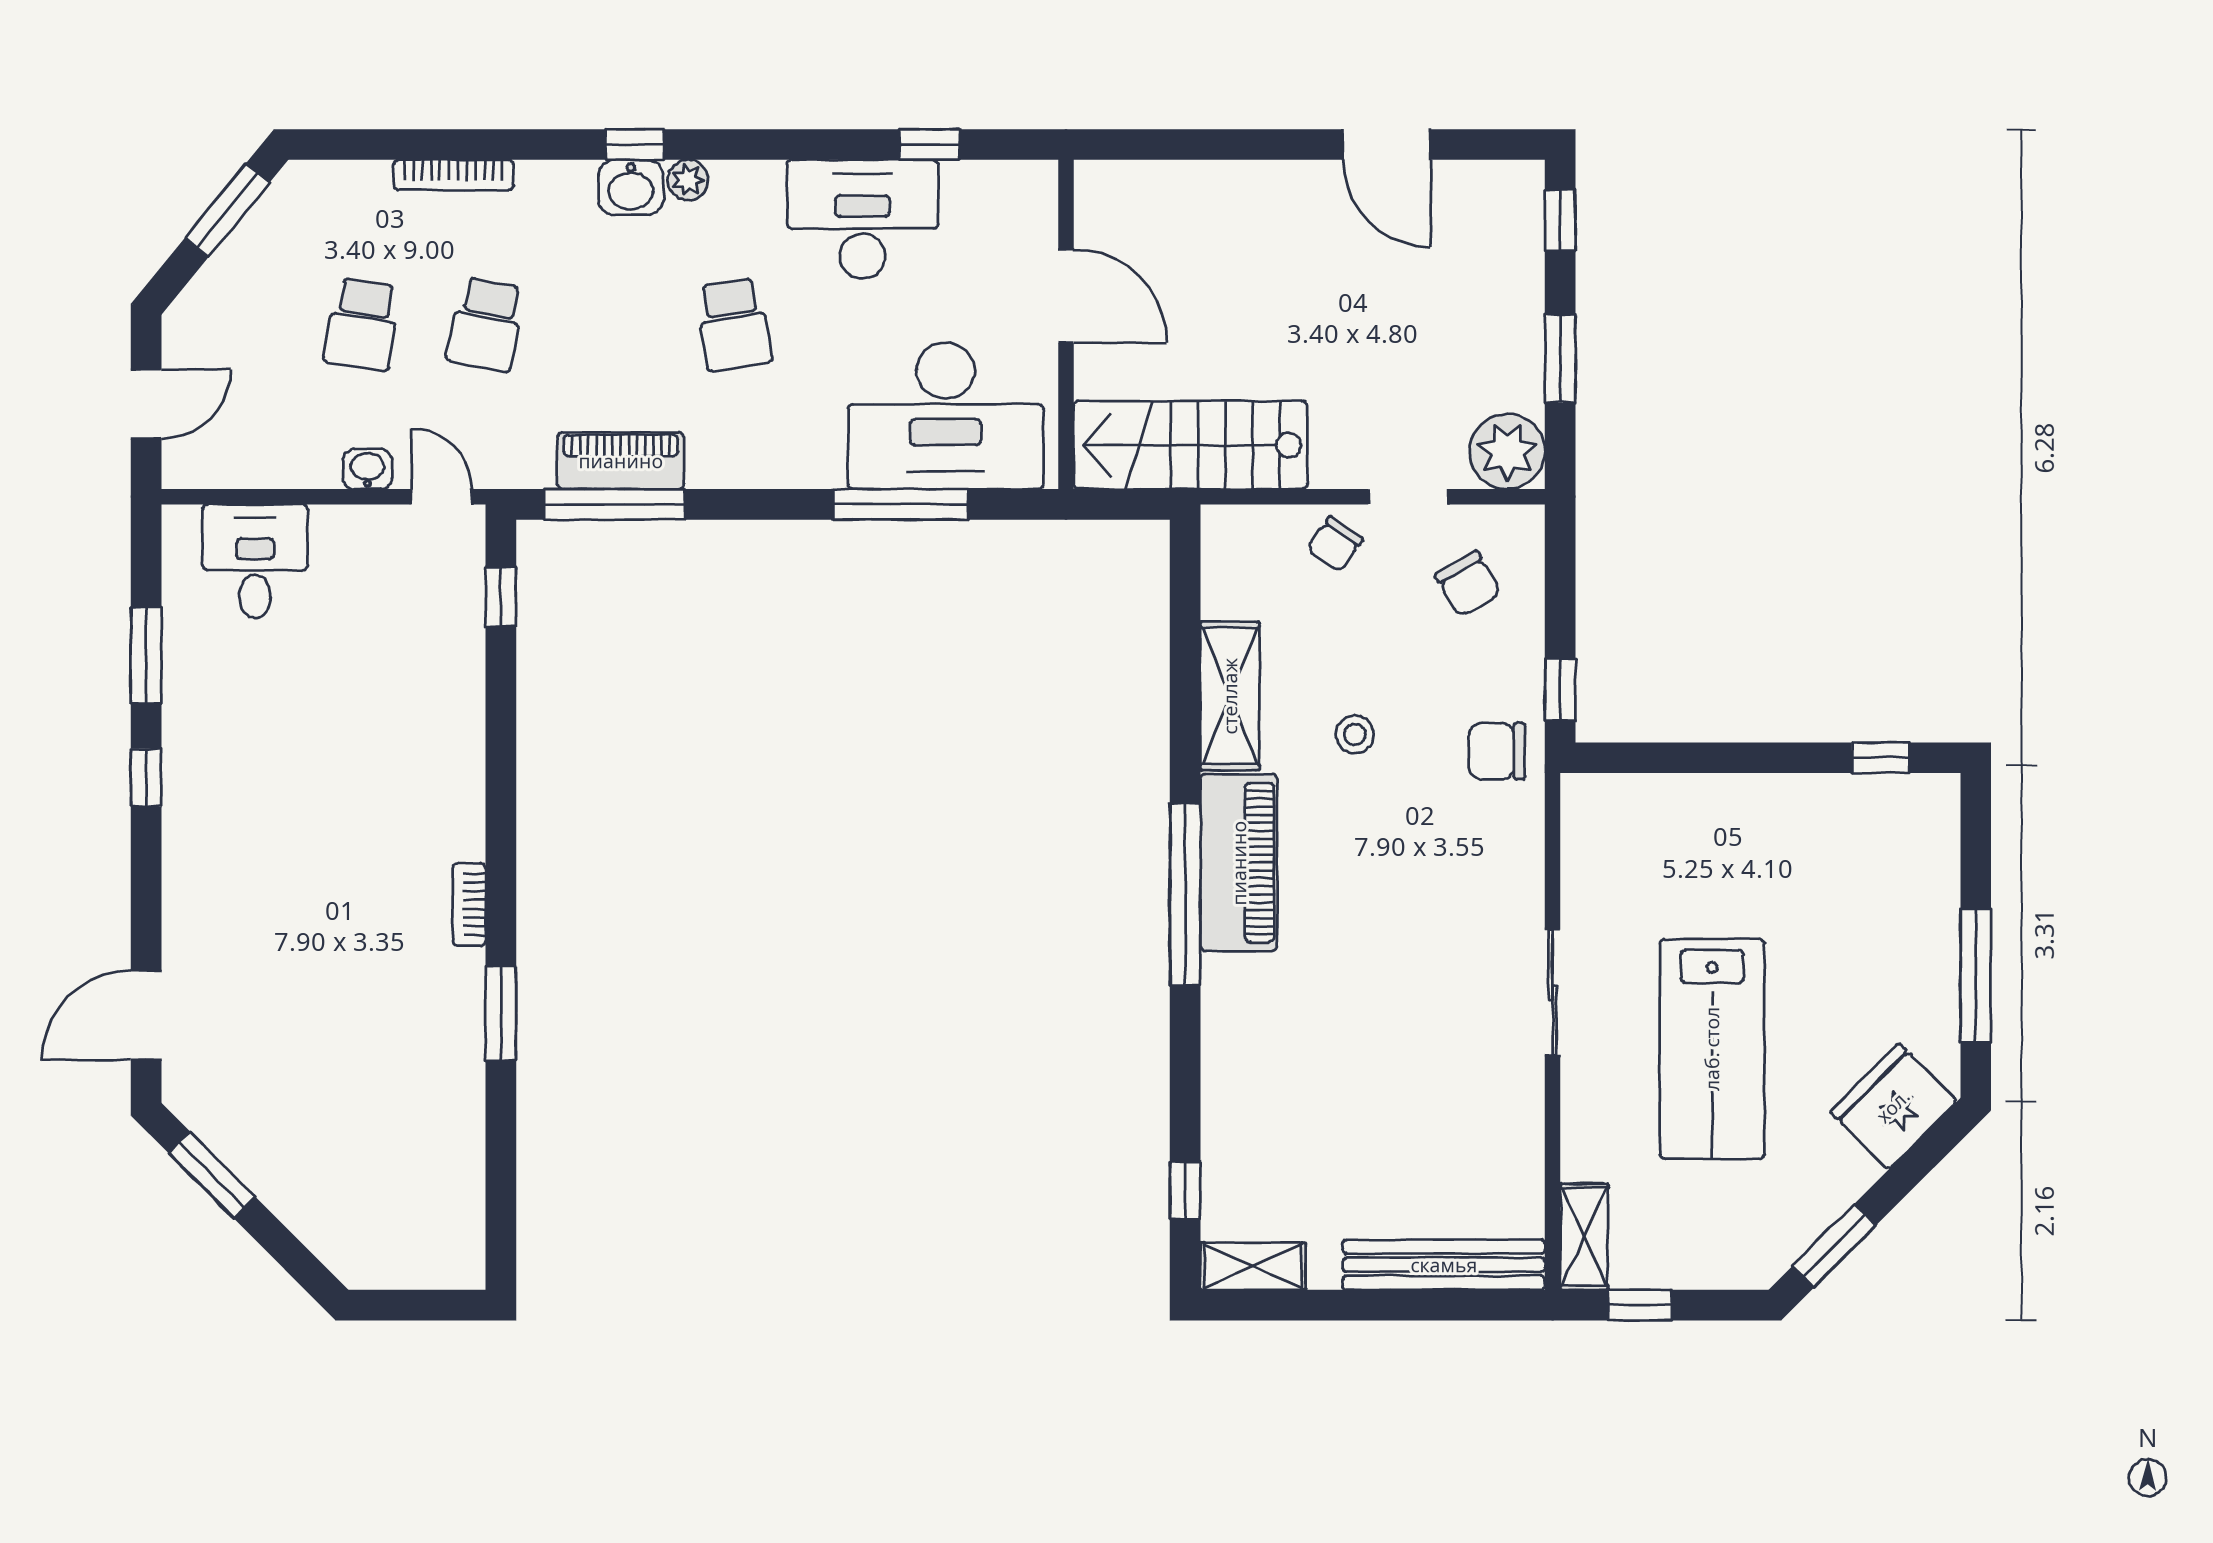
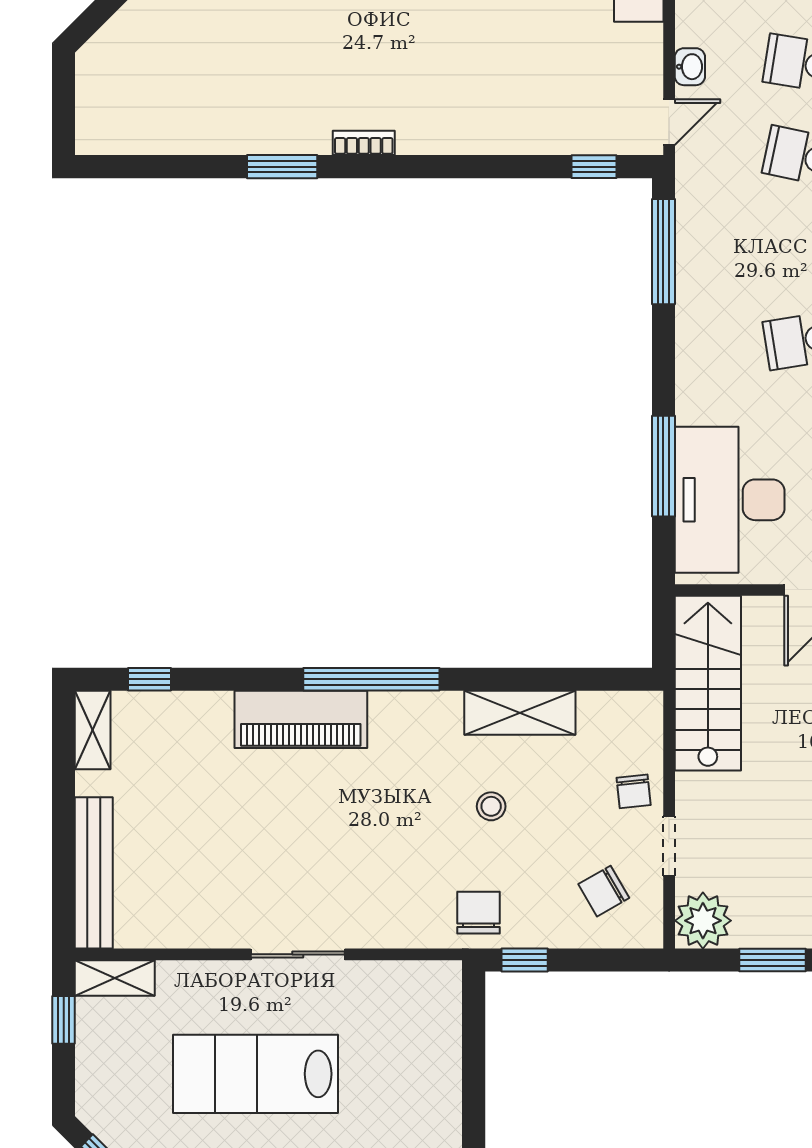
piano: (621, 461) -> (696, 256), removed
chair: (1335, 544) -> (634, 791), turned -131
piano: (1239, 863) -> (301, 719), moved

